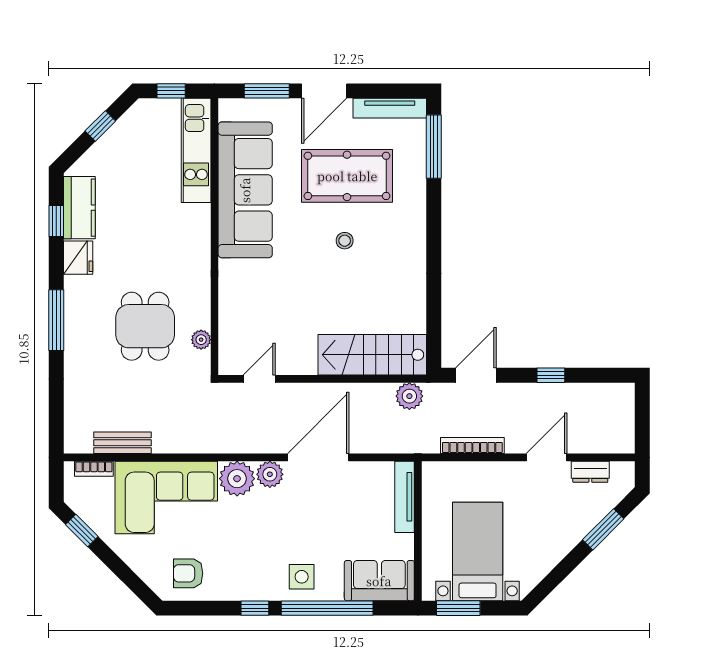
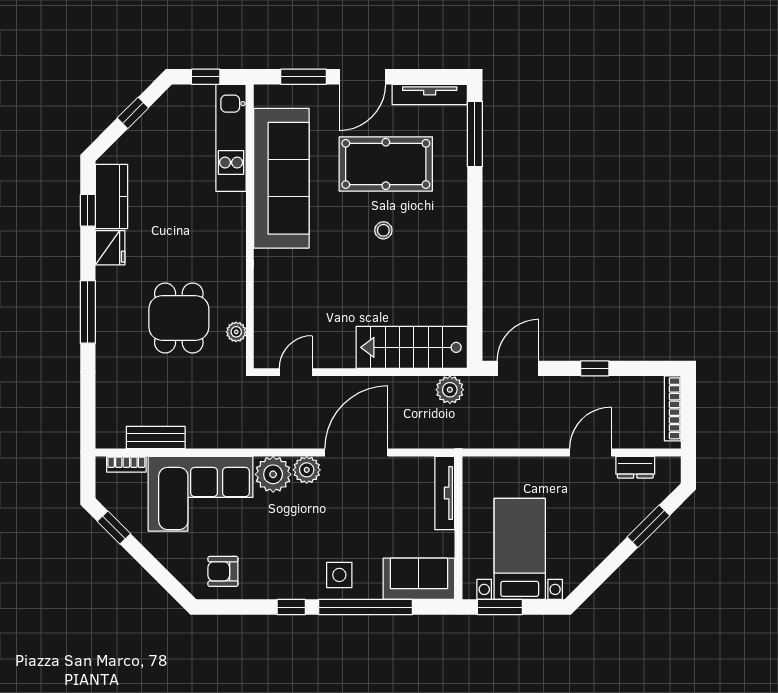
bookcase: (472, 446) -> (673, 408), moved, turned -90

